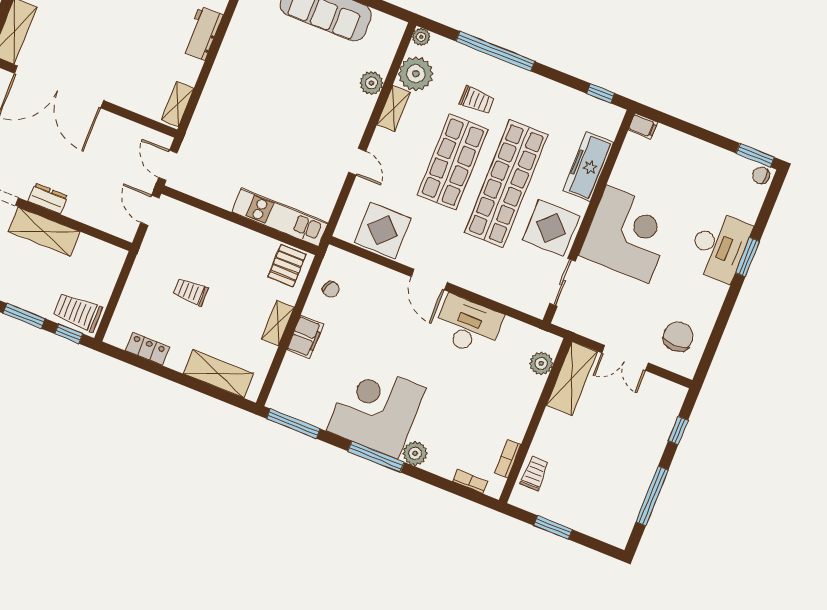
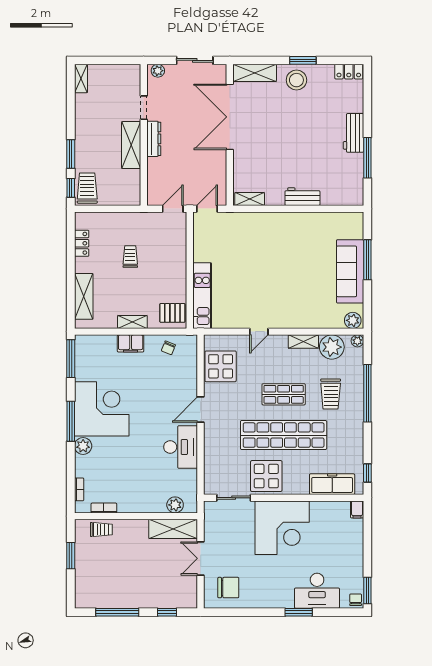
plant: (371, 83) -> (353, 320), moved
trolley: (477, 100) -> (331, 394), width x1.36, depth x1.39
shop shelf: (453, 162) -> (284, 394), width x0.70, depth x0.74
freezer: (588, 166) -> (332, 484), moved
dresser: (48, 199) -> (154, 139), width x1.44
desk: (719, 246) -> (317, 591), moved

